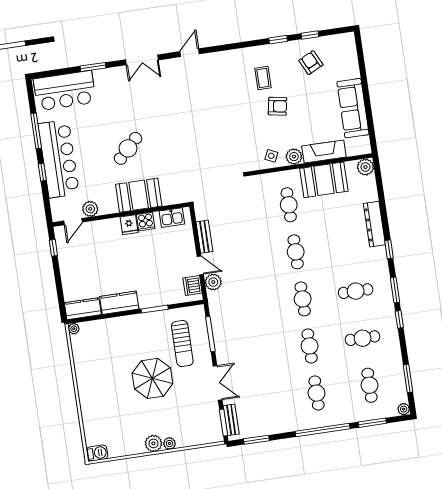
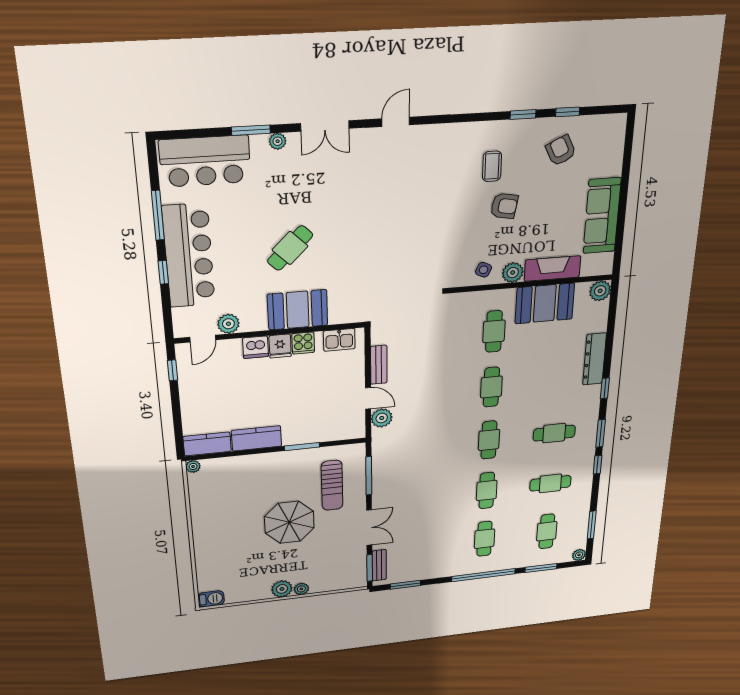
plant: (111, 73) -> (278, 141), added
dishwasher: (193, 286) -> (255, 347), moved, turned -90

